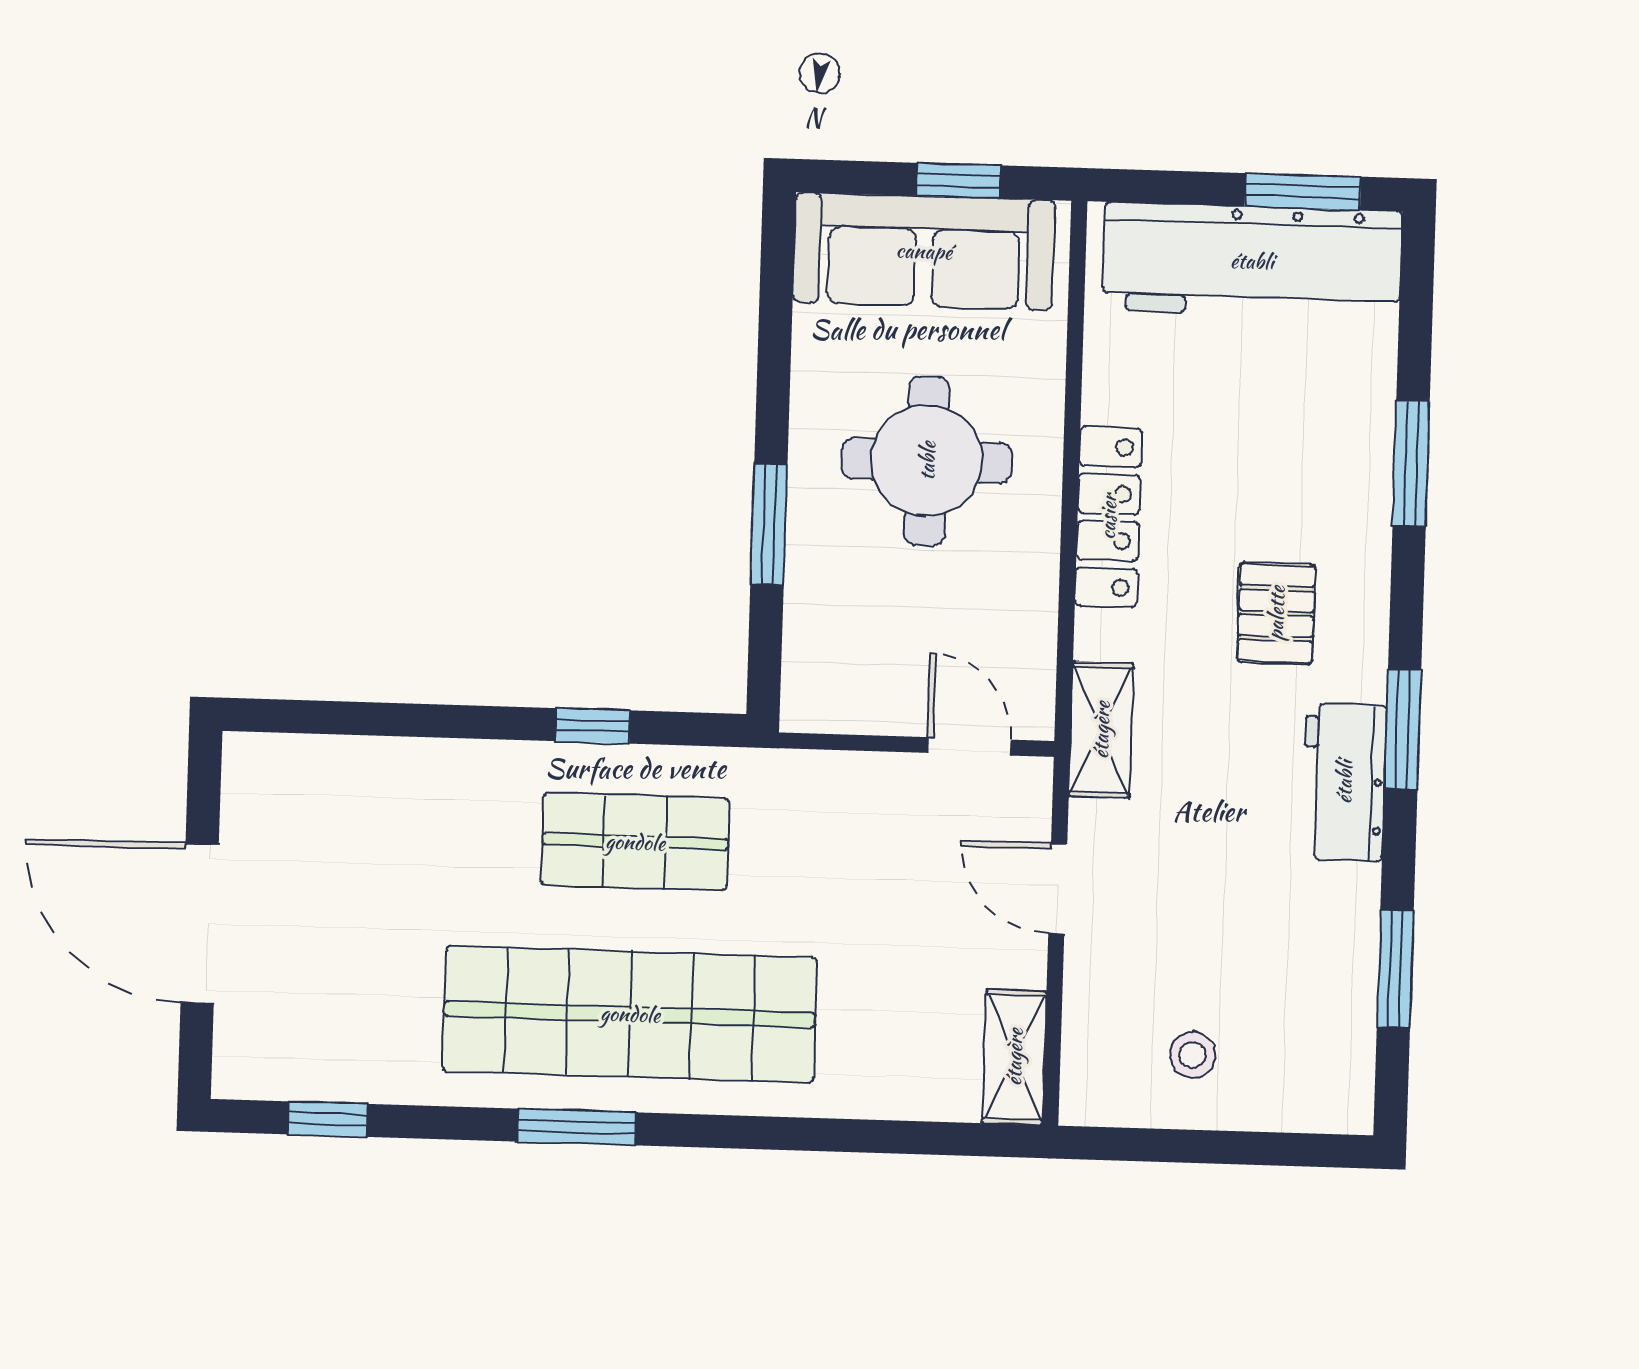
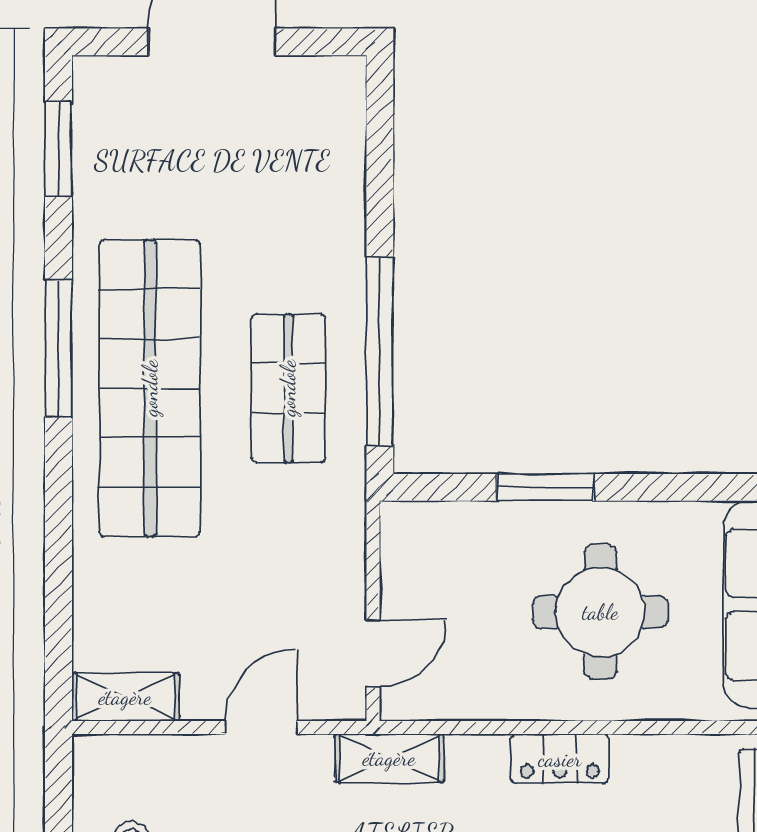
locker: (1108, 517) -> (560, 759), width x0.66
window: (593, 726) -> (380, 351), width x3.17
window: (327, 1119) -> (59, 149), width x1.50
window: (577, 1127) -> (59, 349), width x1.44

